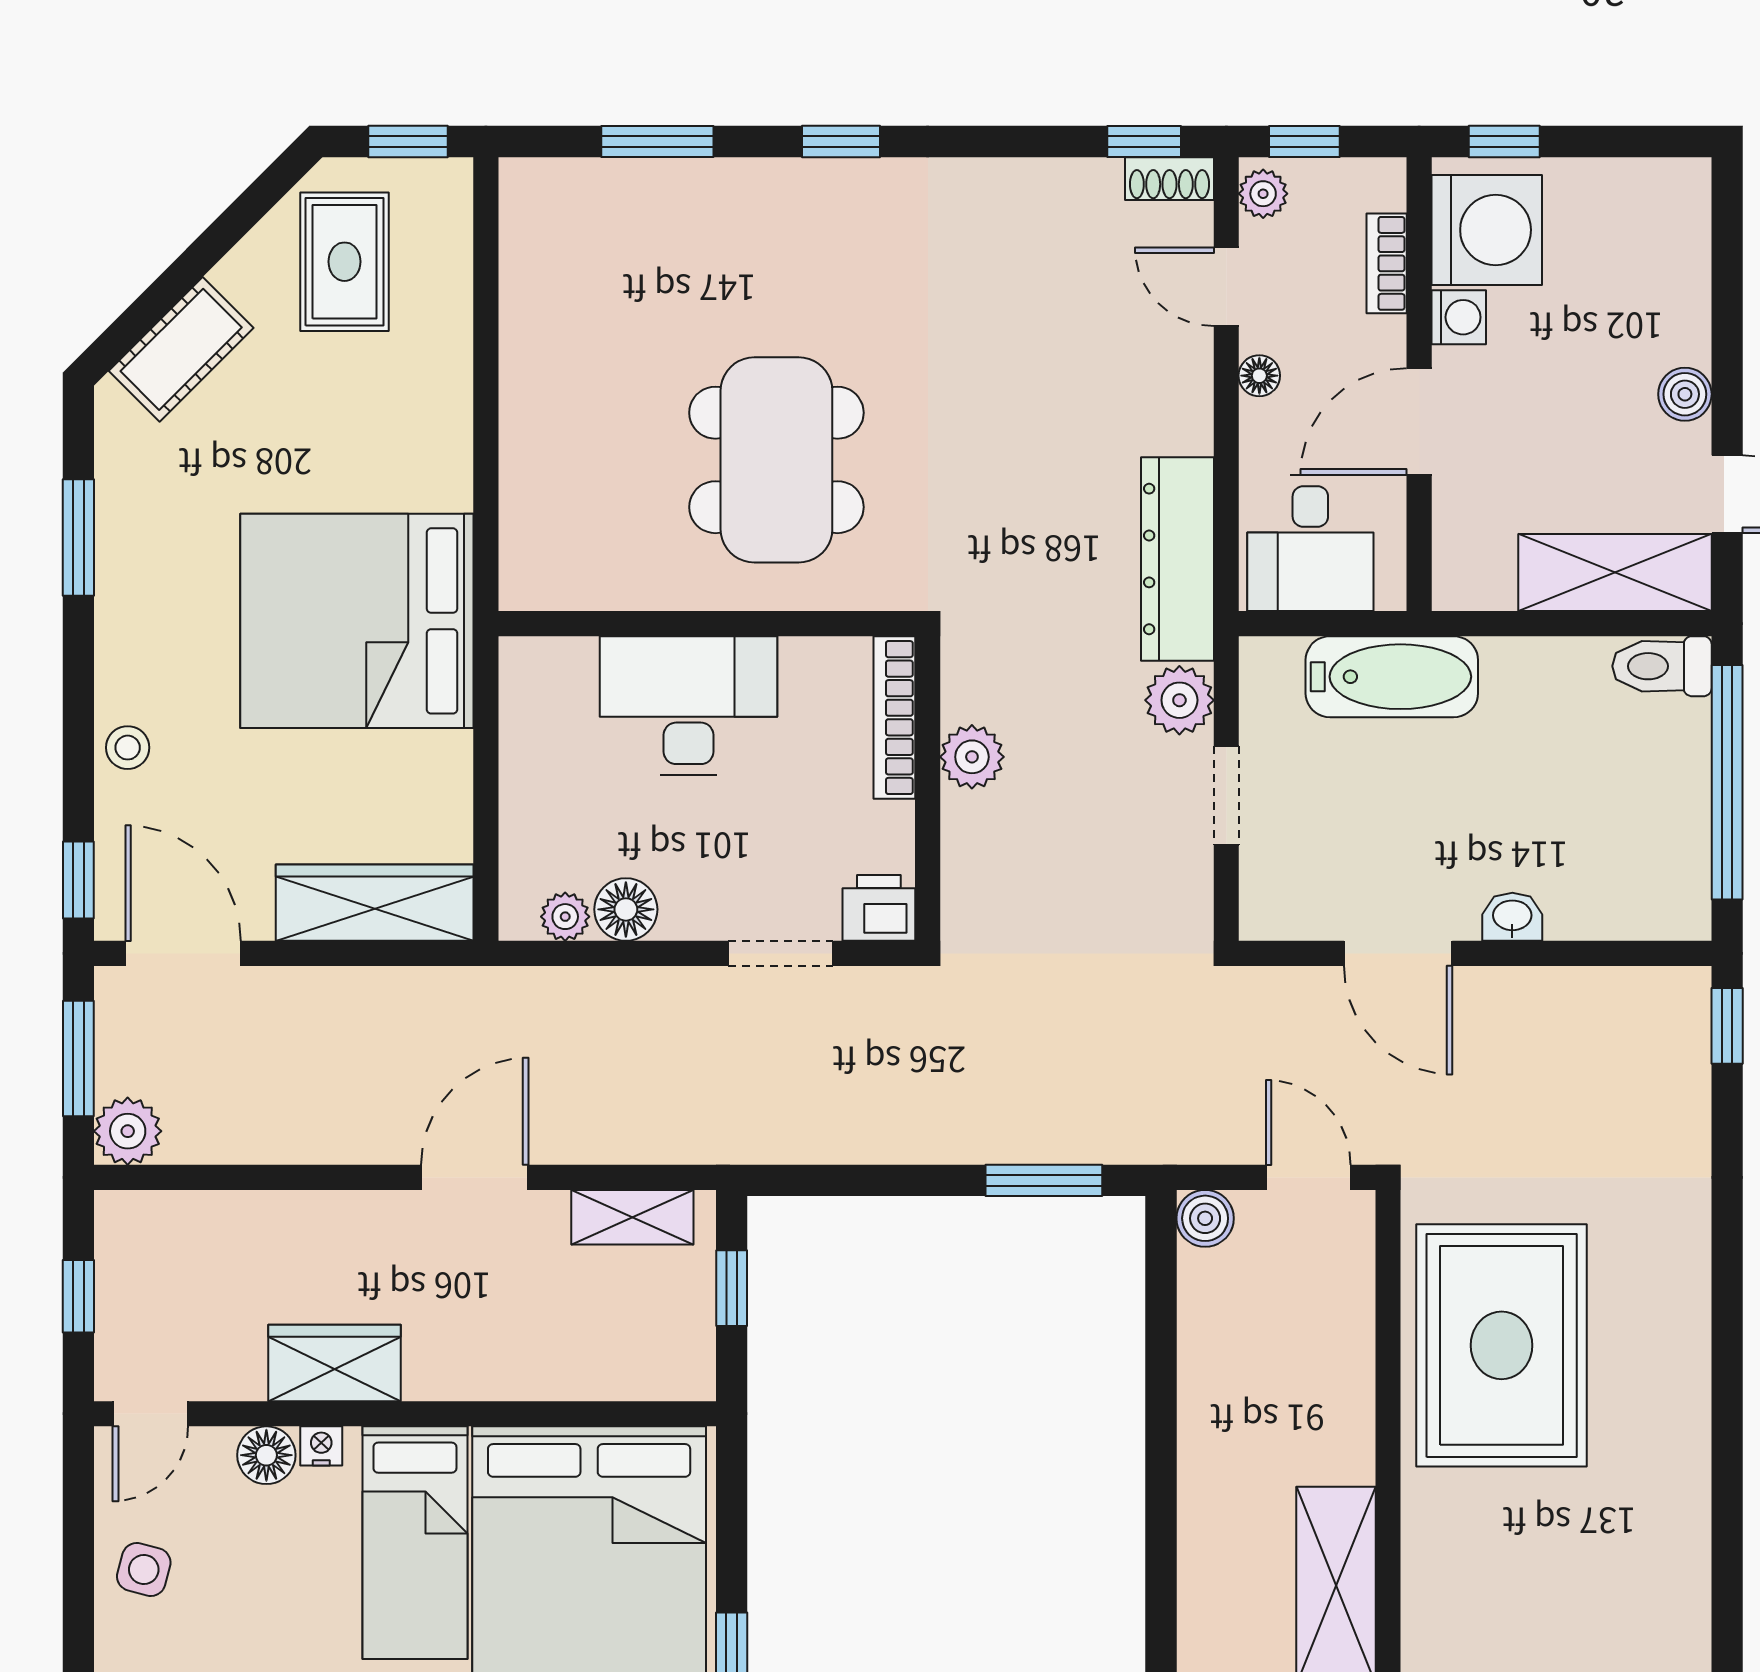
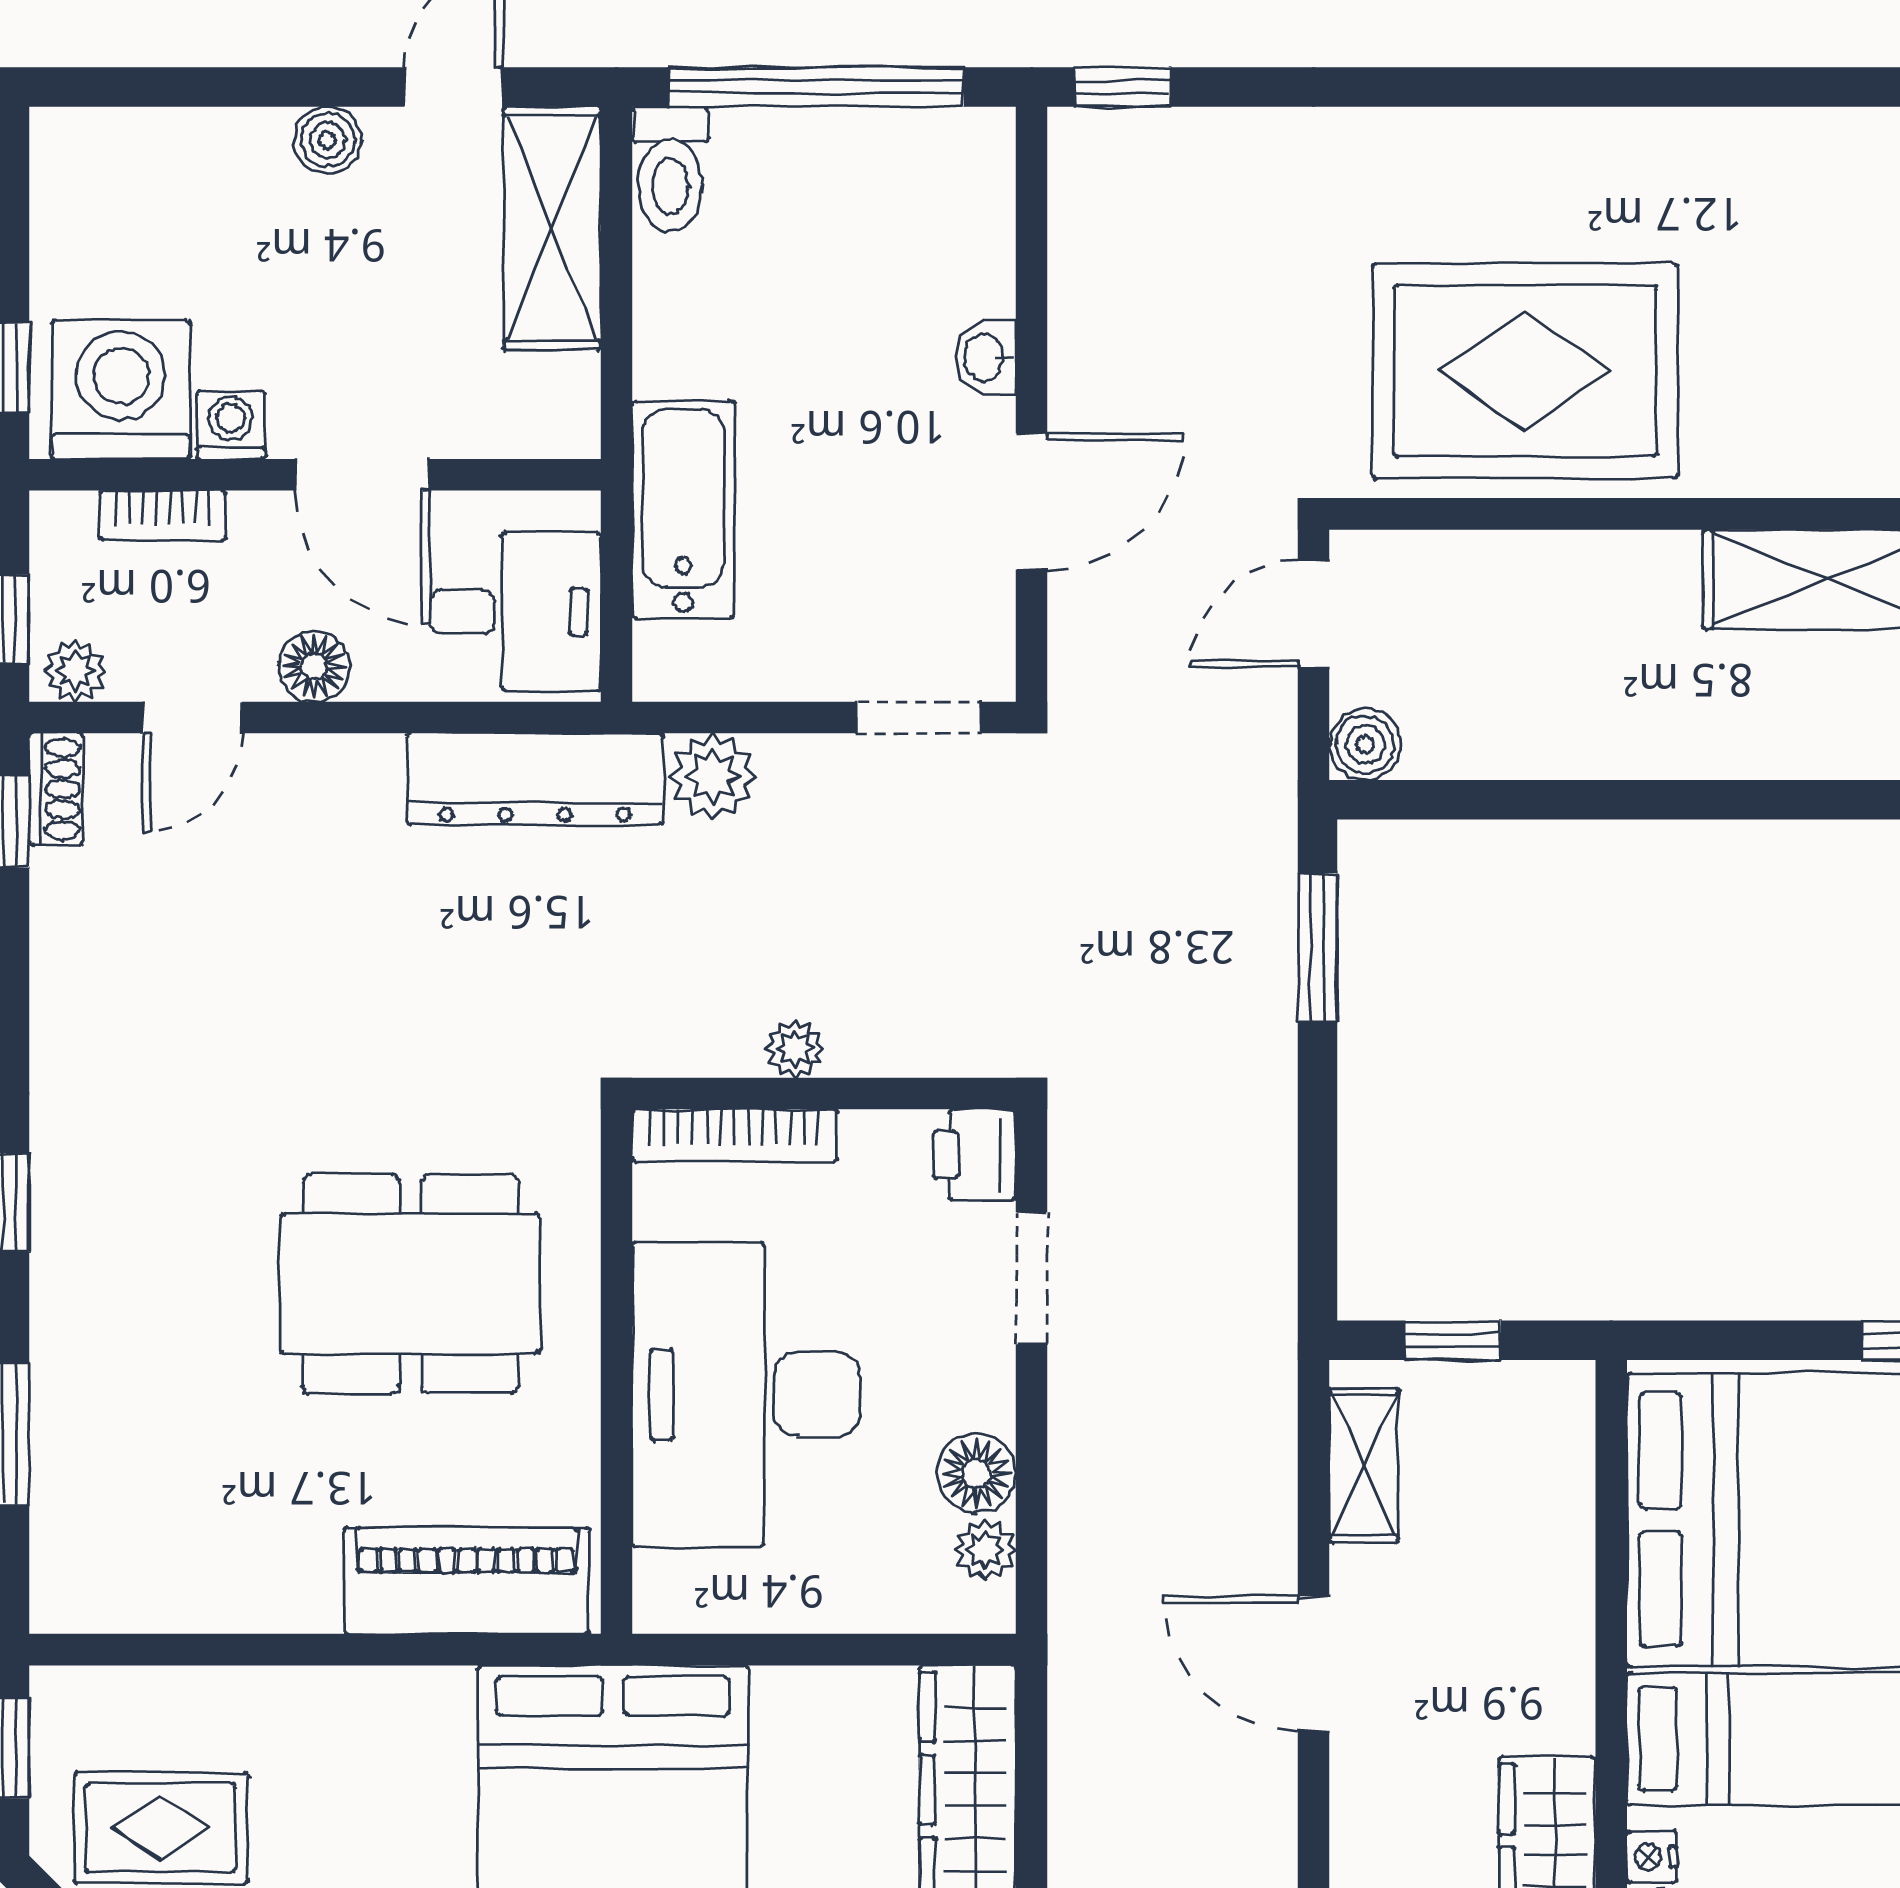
floor lamp: (1259, 376) -> (314, 666), width x1.37, depth x1.37
piano: (541, 505) -> (467, 1581), added
desk: (689, 706) -> (746, 1395), width x1.36, depth x1.30
plant: (972, 757) -> (795, 1049), width x0.73, depth x0.73
doorway: (1226, 796) -> (919, 718), moved

